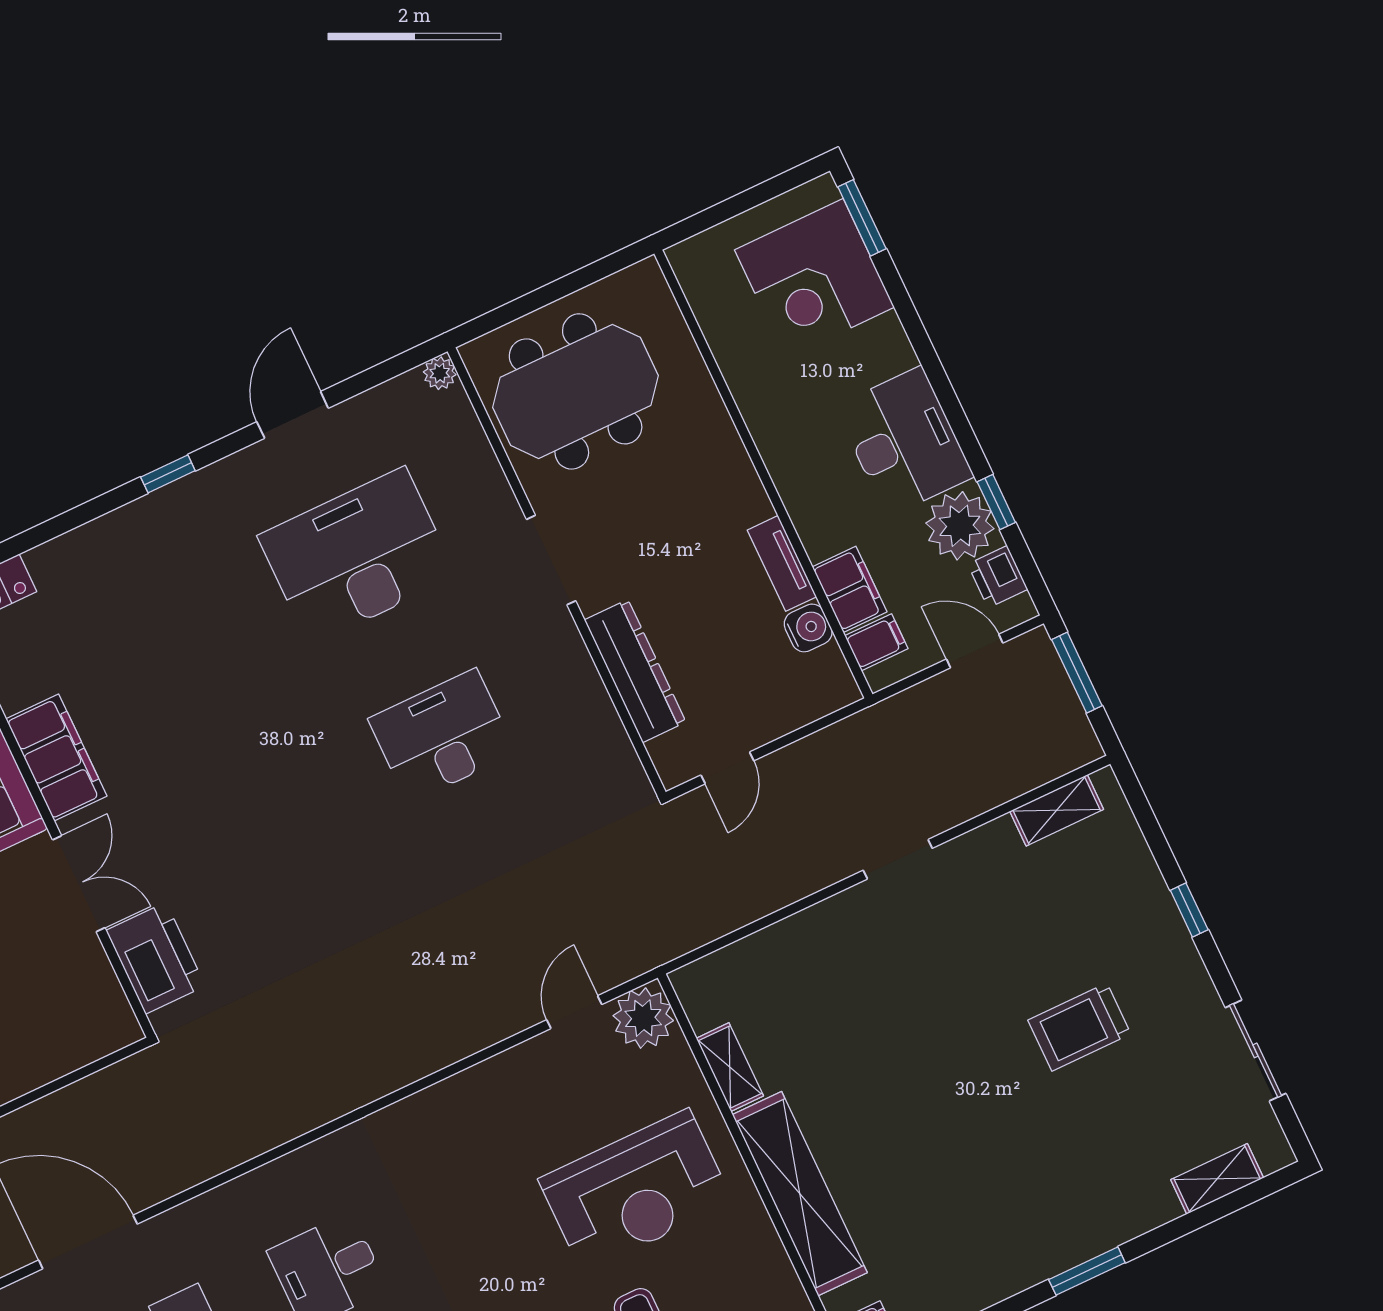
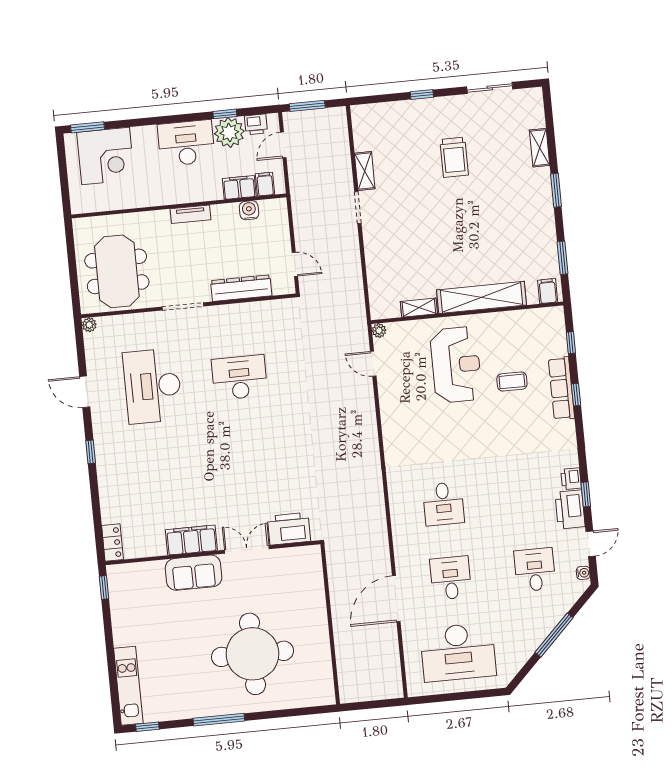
tv unit: (782, 563) -> (190, 214), moved
desk: (442, 736) -> (239, 377), turned 90
shelving: (1057, 810) -> (365, 171), moved
plant: (643, 1018) -> (379, 331), width x0.53, depth x0.53
shelving: (1217, 1179) -> (540, 148), moved

